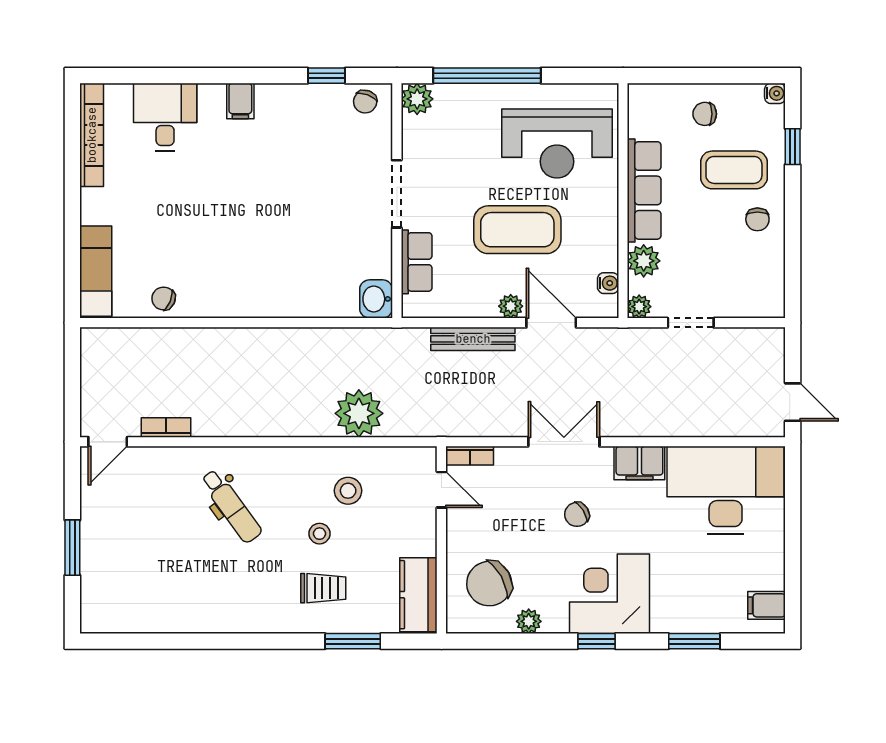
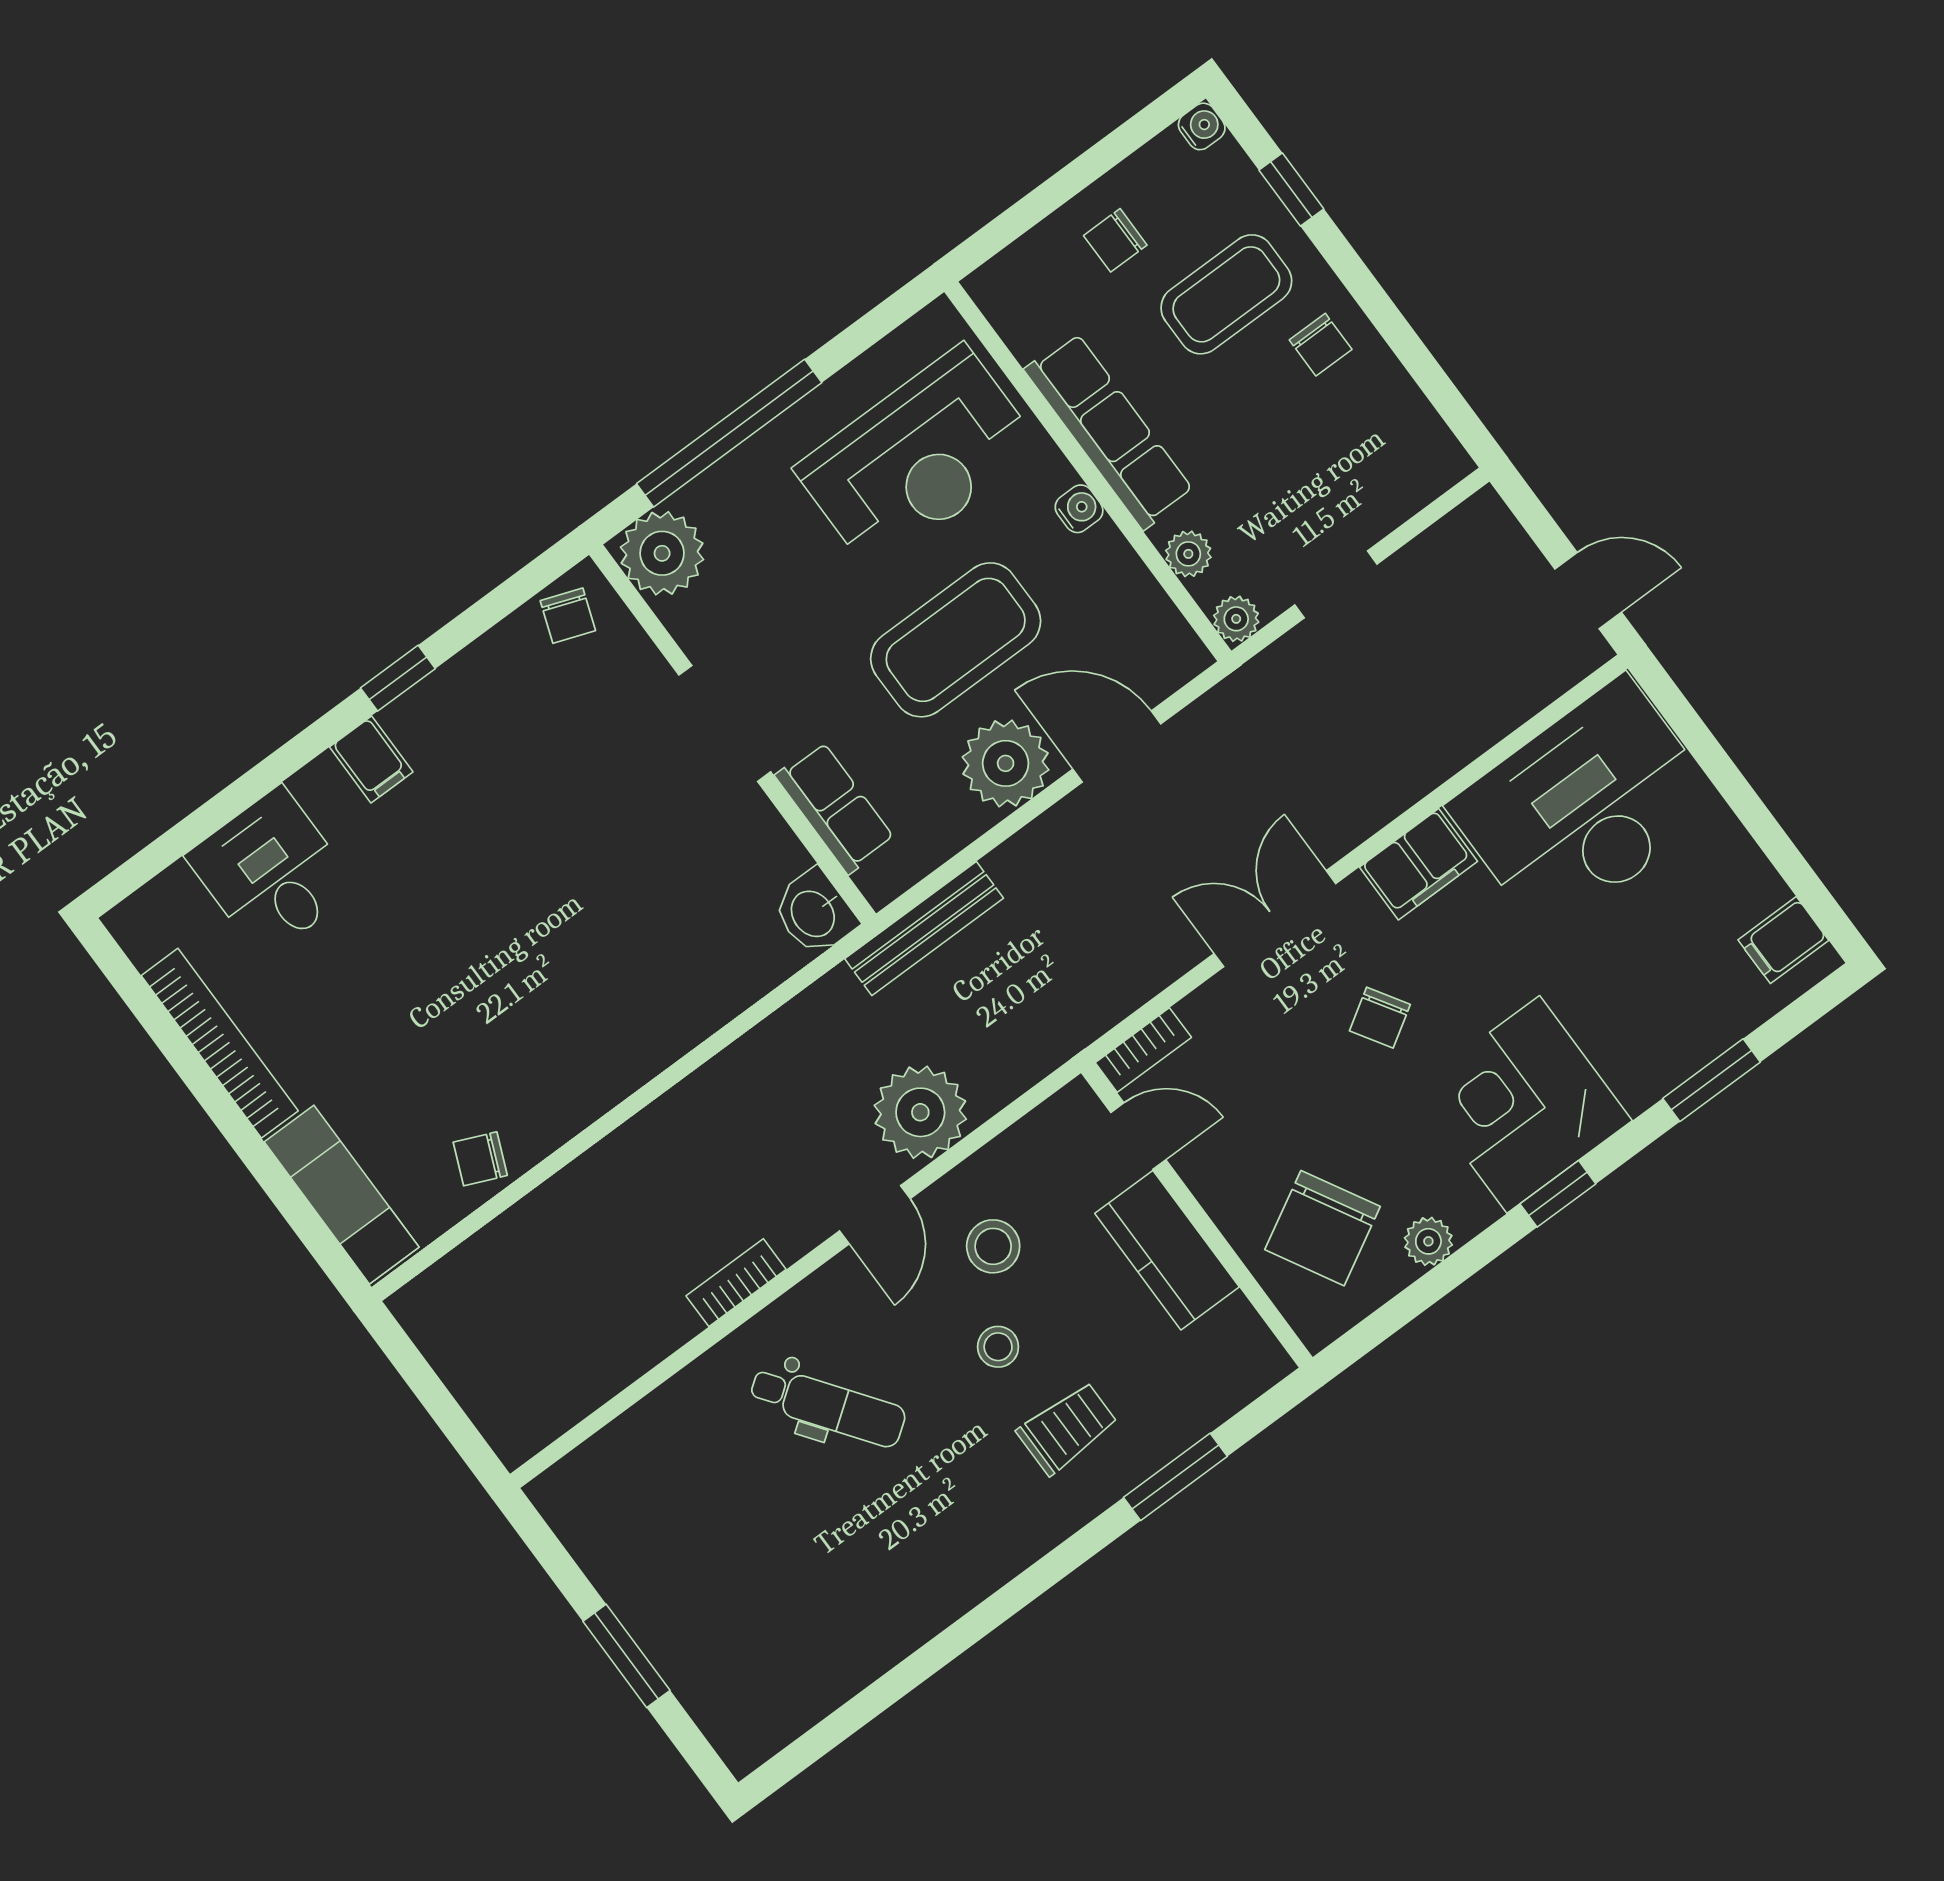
window: (326, 76) -> (398, 678), moved
plant: (417, 99) -> (662, 553), width x1.36, depth x1.36
bookcase: (92, 135) -> (220, 1043), moved
plant: (644, 261) -> (1188, 554), width x0.73, depth x0.73
water cooler: (608, 283) -> (1079, 509), moved
plant: (511, 306) -> (1006, 763), width x1.87, depth x1.87
bench: (473, 339) -> (924, 928), moved
bookcase: (166, 427) -> (736, 1283), moved
door: (108, 442) -> (875, 1215), moved
kitchen counter: (418, 595) -> (1167, 1250), moved

